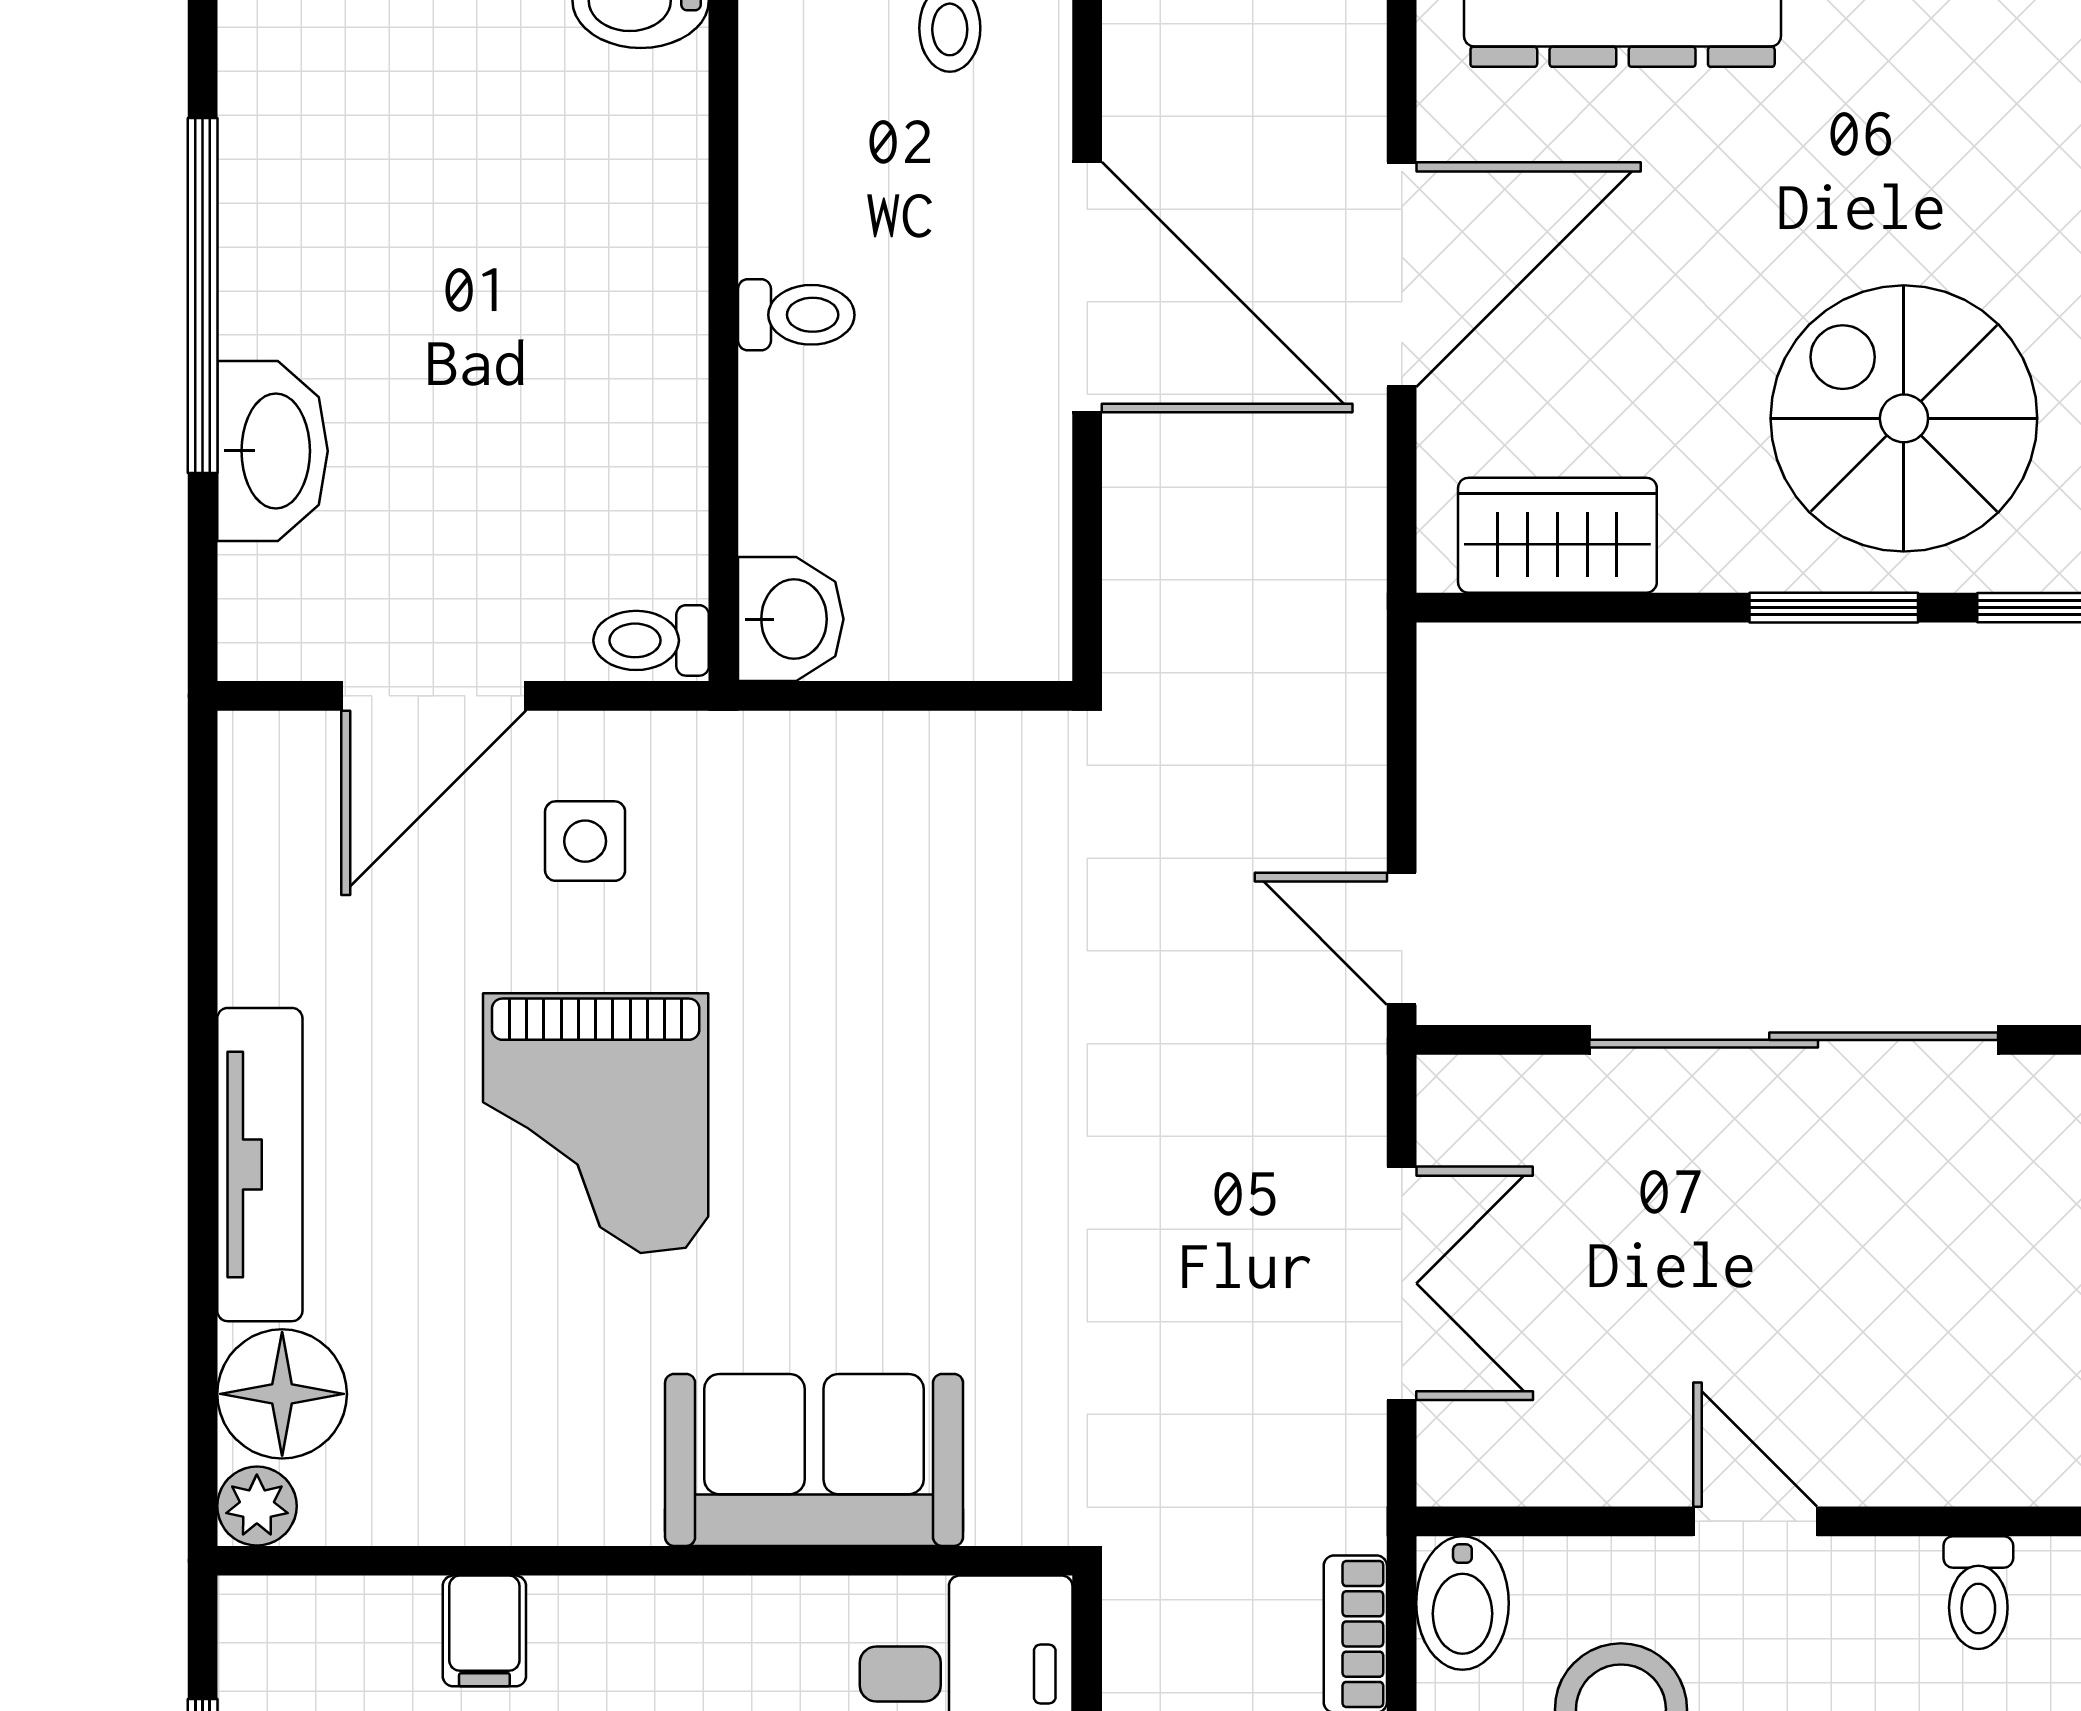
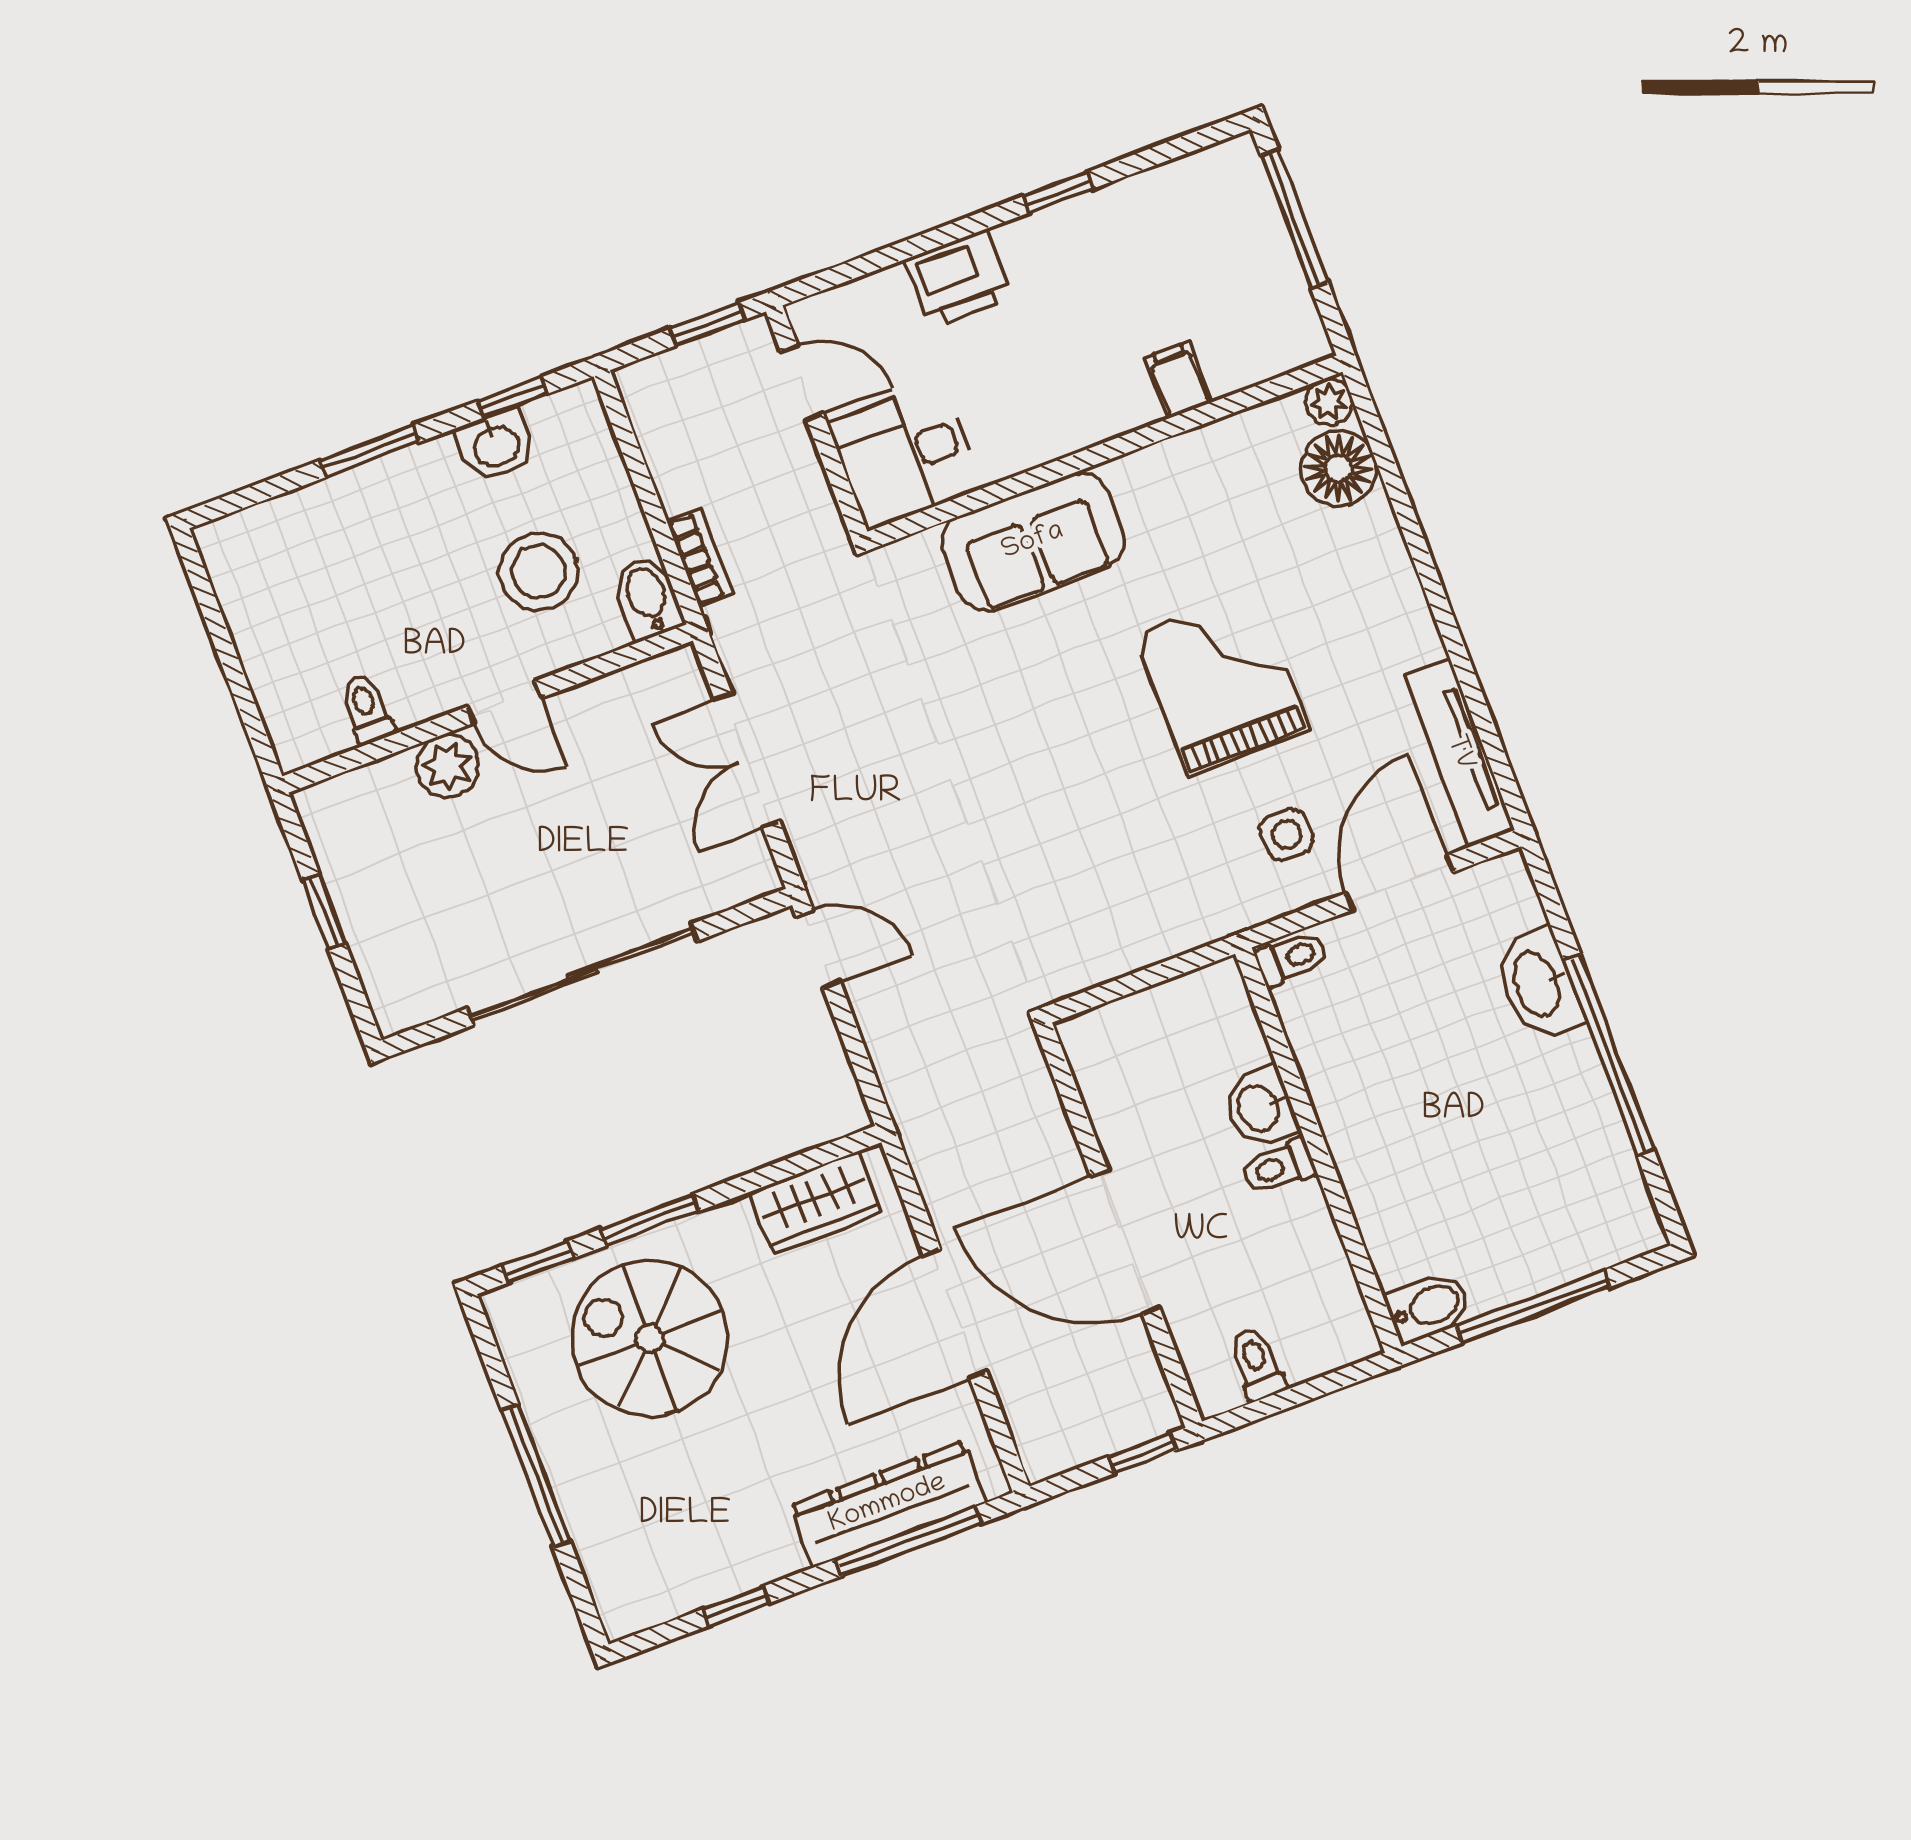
spiral stairs: (1904, 418) -> (650, 1338), turned 180
washbasin: (791, 619) -> (1260, 1108), moved
tv unit: (260, 1165) -> (1459, 753), moved
plant: (1883, 1453) -> (448, 766), added

